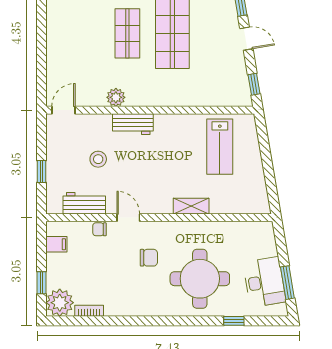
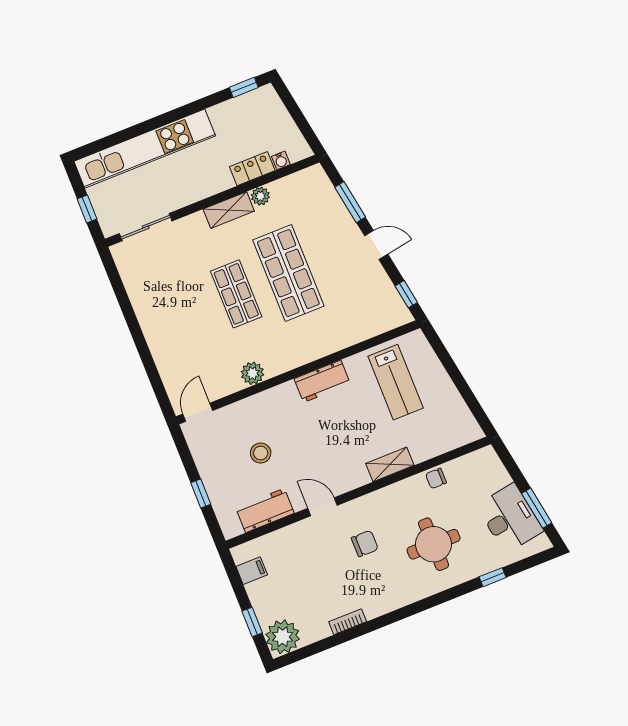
workbench: (133, 124) -> (322, 381), moved
chair: (100, 229) -> (436, 478), moved
round table: (200, 279) -> (434, 544), width x0.73, depth x0.73
bookcase: (89, 311) -> (348, 622), moved

